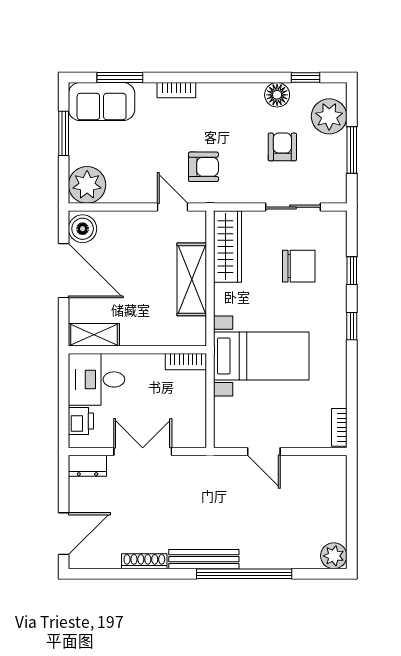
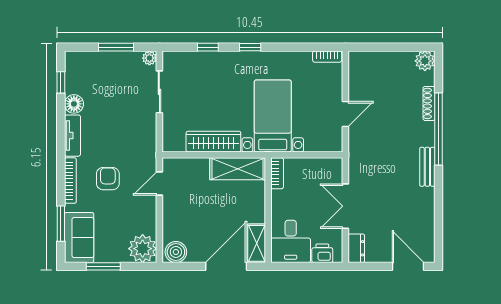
bookcase: (176, 90) -> (70, 181), width x1.56
tv unit: (236, 93) -> (72, 136), added
plant: (329, 116) -> (149, 58), moved, width x0.53, depth x0.53
armchair: (282, 147) -> (114, 100), removed
armchair: (203, 167) -> (108, 179), moved
wardrobe: (228, 246) -> (213, 142), moved
chair: (299, 266) -> (204, 87), removed
door: (64, 271) -> (226, 266), moved
shelving: (192, 279) -> (238, 169), moved
bench: (204, 559) -> (427, 167), width x0.73
shoe rack: (144, 561) -> (429, 103), moved

